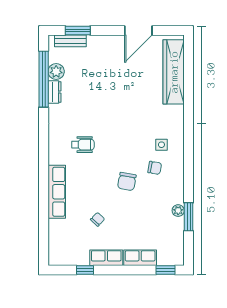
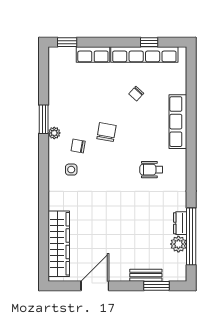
bench: (70, 41) -> (146, 275), moved
plant: (178, 211) -> (54, 133), moved
window: (189, 217) -> (44, 119), moved
row of seats: (106, 258) -> (144, 54), width x2.02

